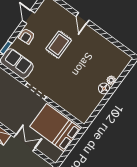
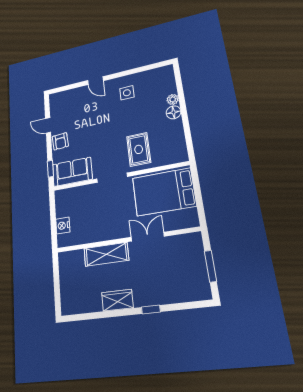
rug: (59, 45) -> (139, 149), moved
side table: (92, 48) -> (127, 93), added

